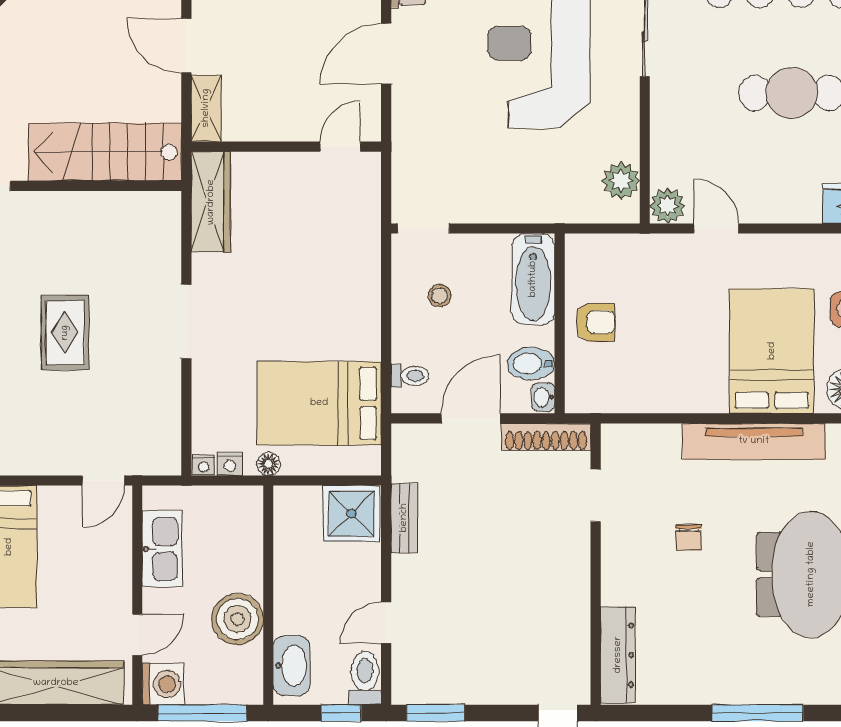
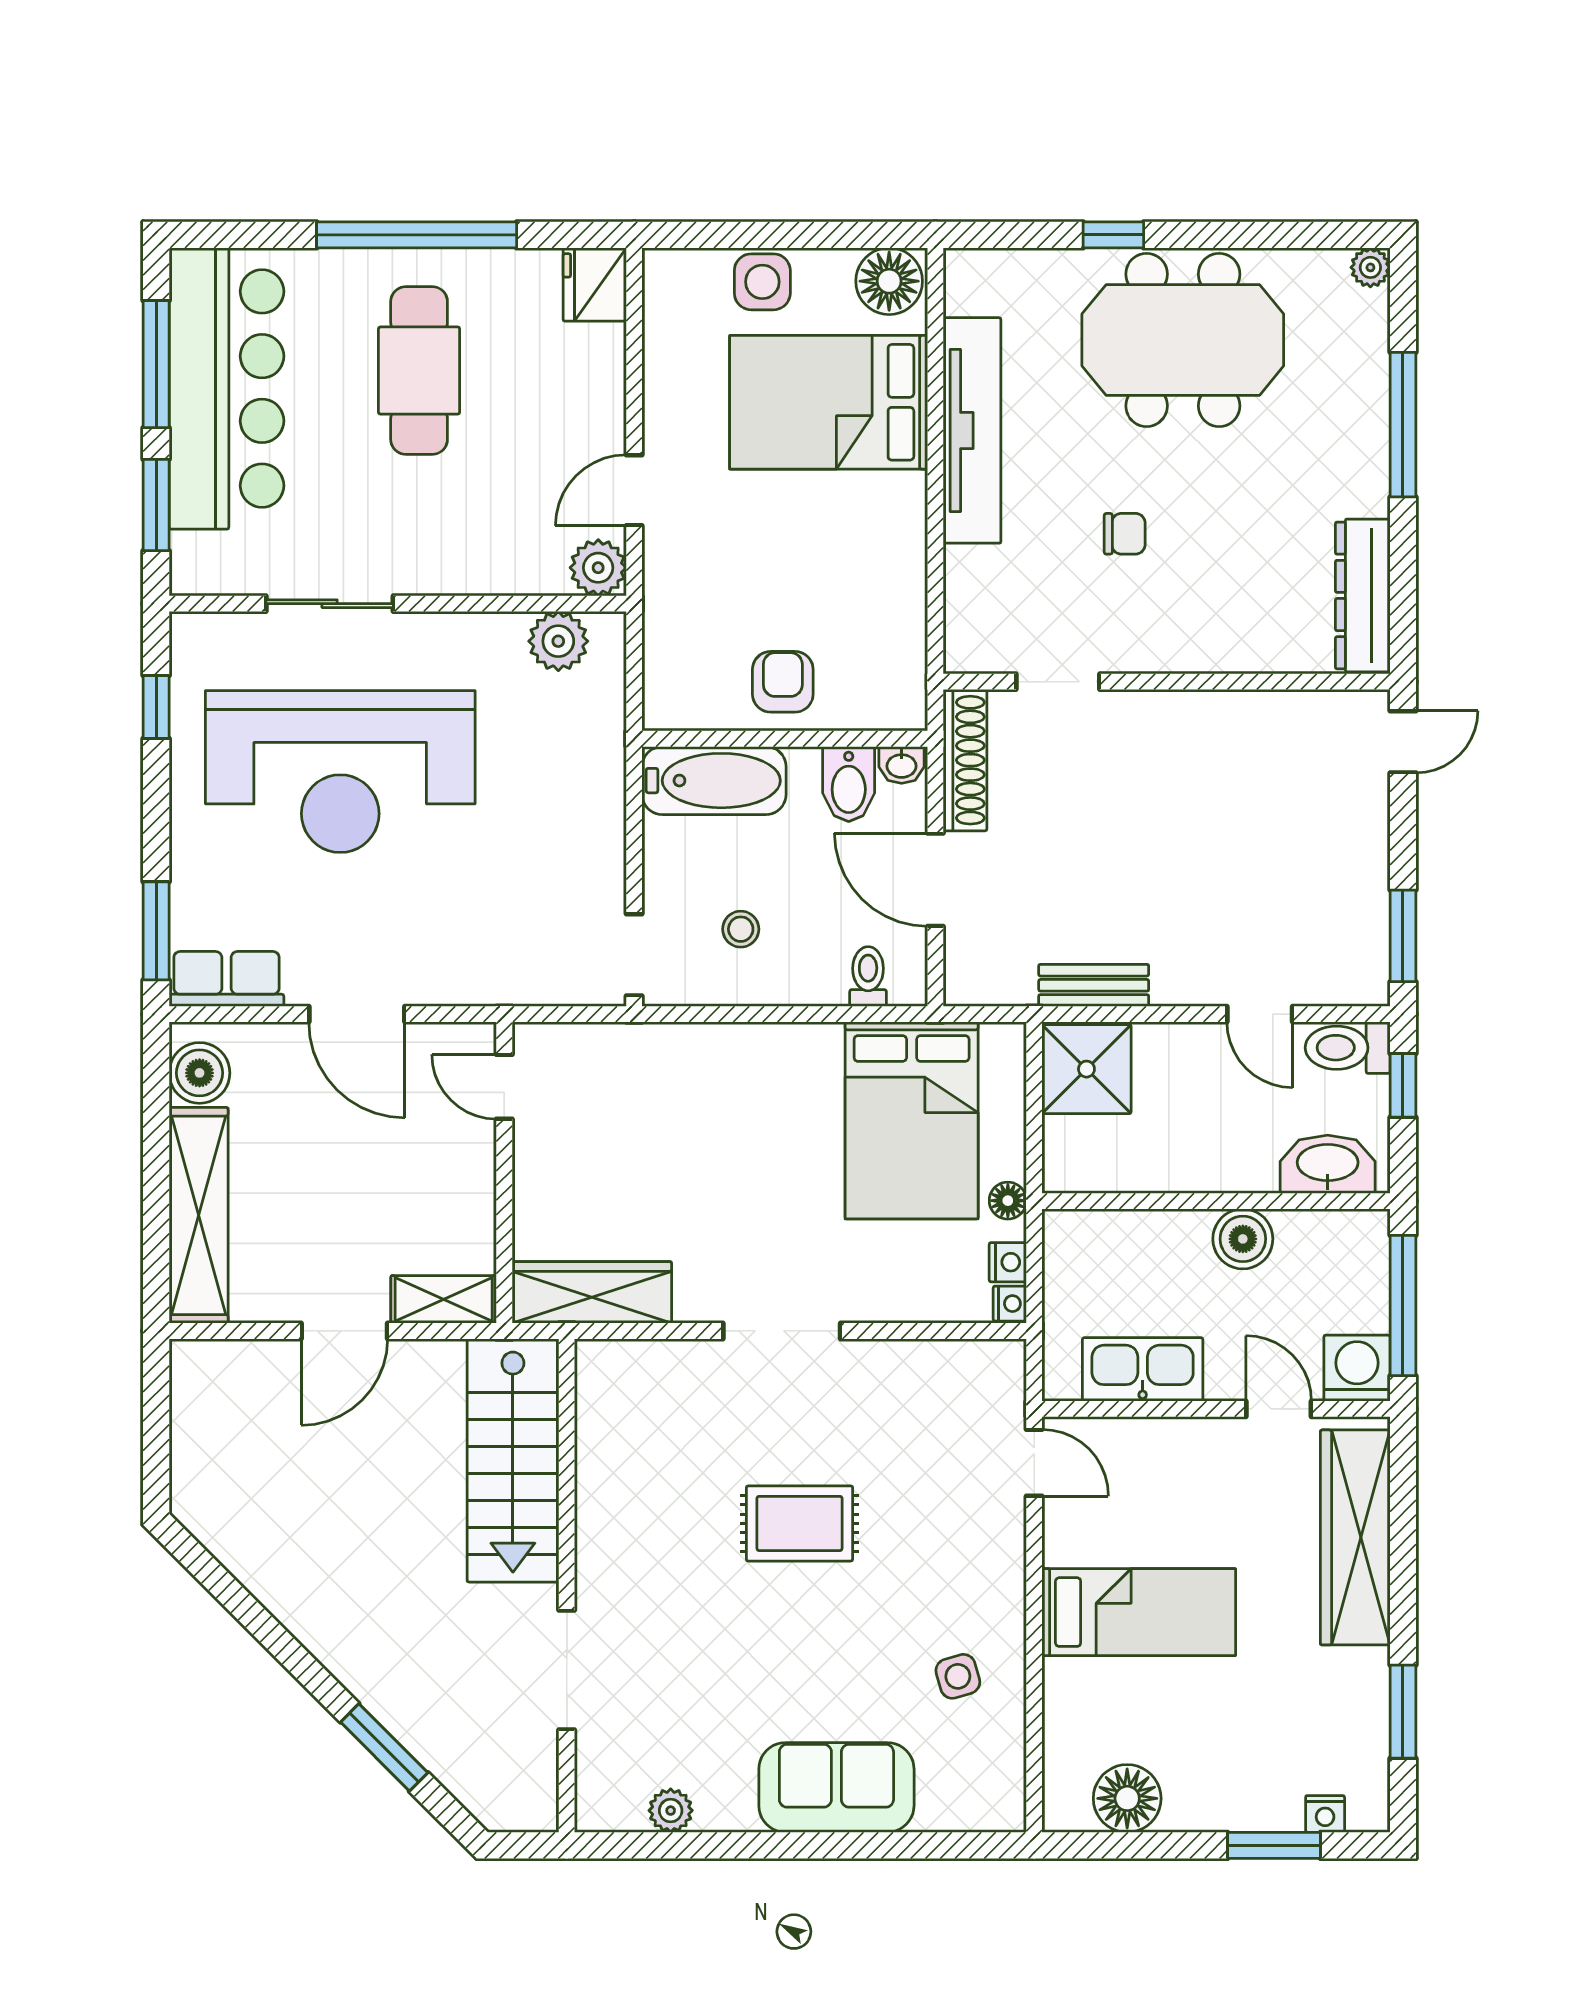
boiler: (237, 619) -> (1243, 1239), width x0.73, depth x0.73
dresser: (618, 655) -> (1363, 595), moved, turned -90

